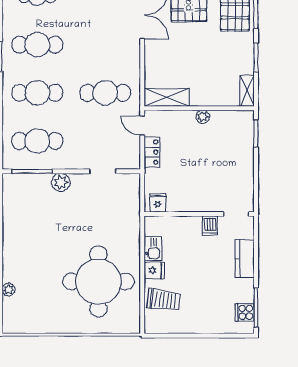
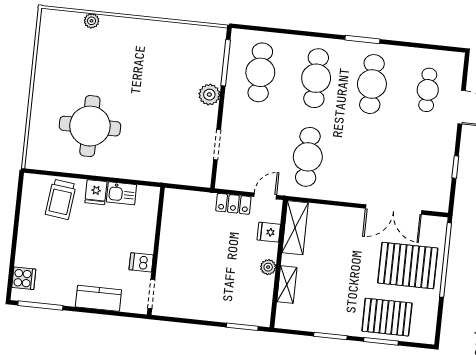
shelving: (247, 91) -> (287, 285), moved, turned 90
fridge: (158, 203) -> (269, 232), moved, turned 180
round table: (98, 281) -> (90, 126), width x0.73, depth x0.73
cooker: (245, 312) -> (24, 278), moved, turned 90

